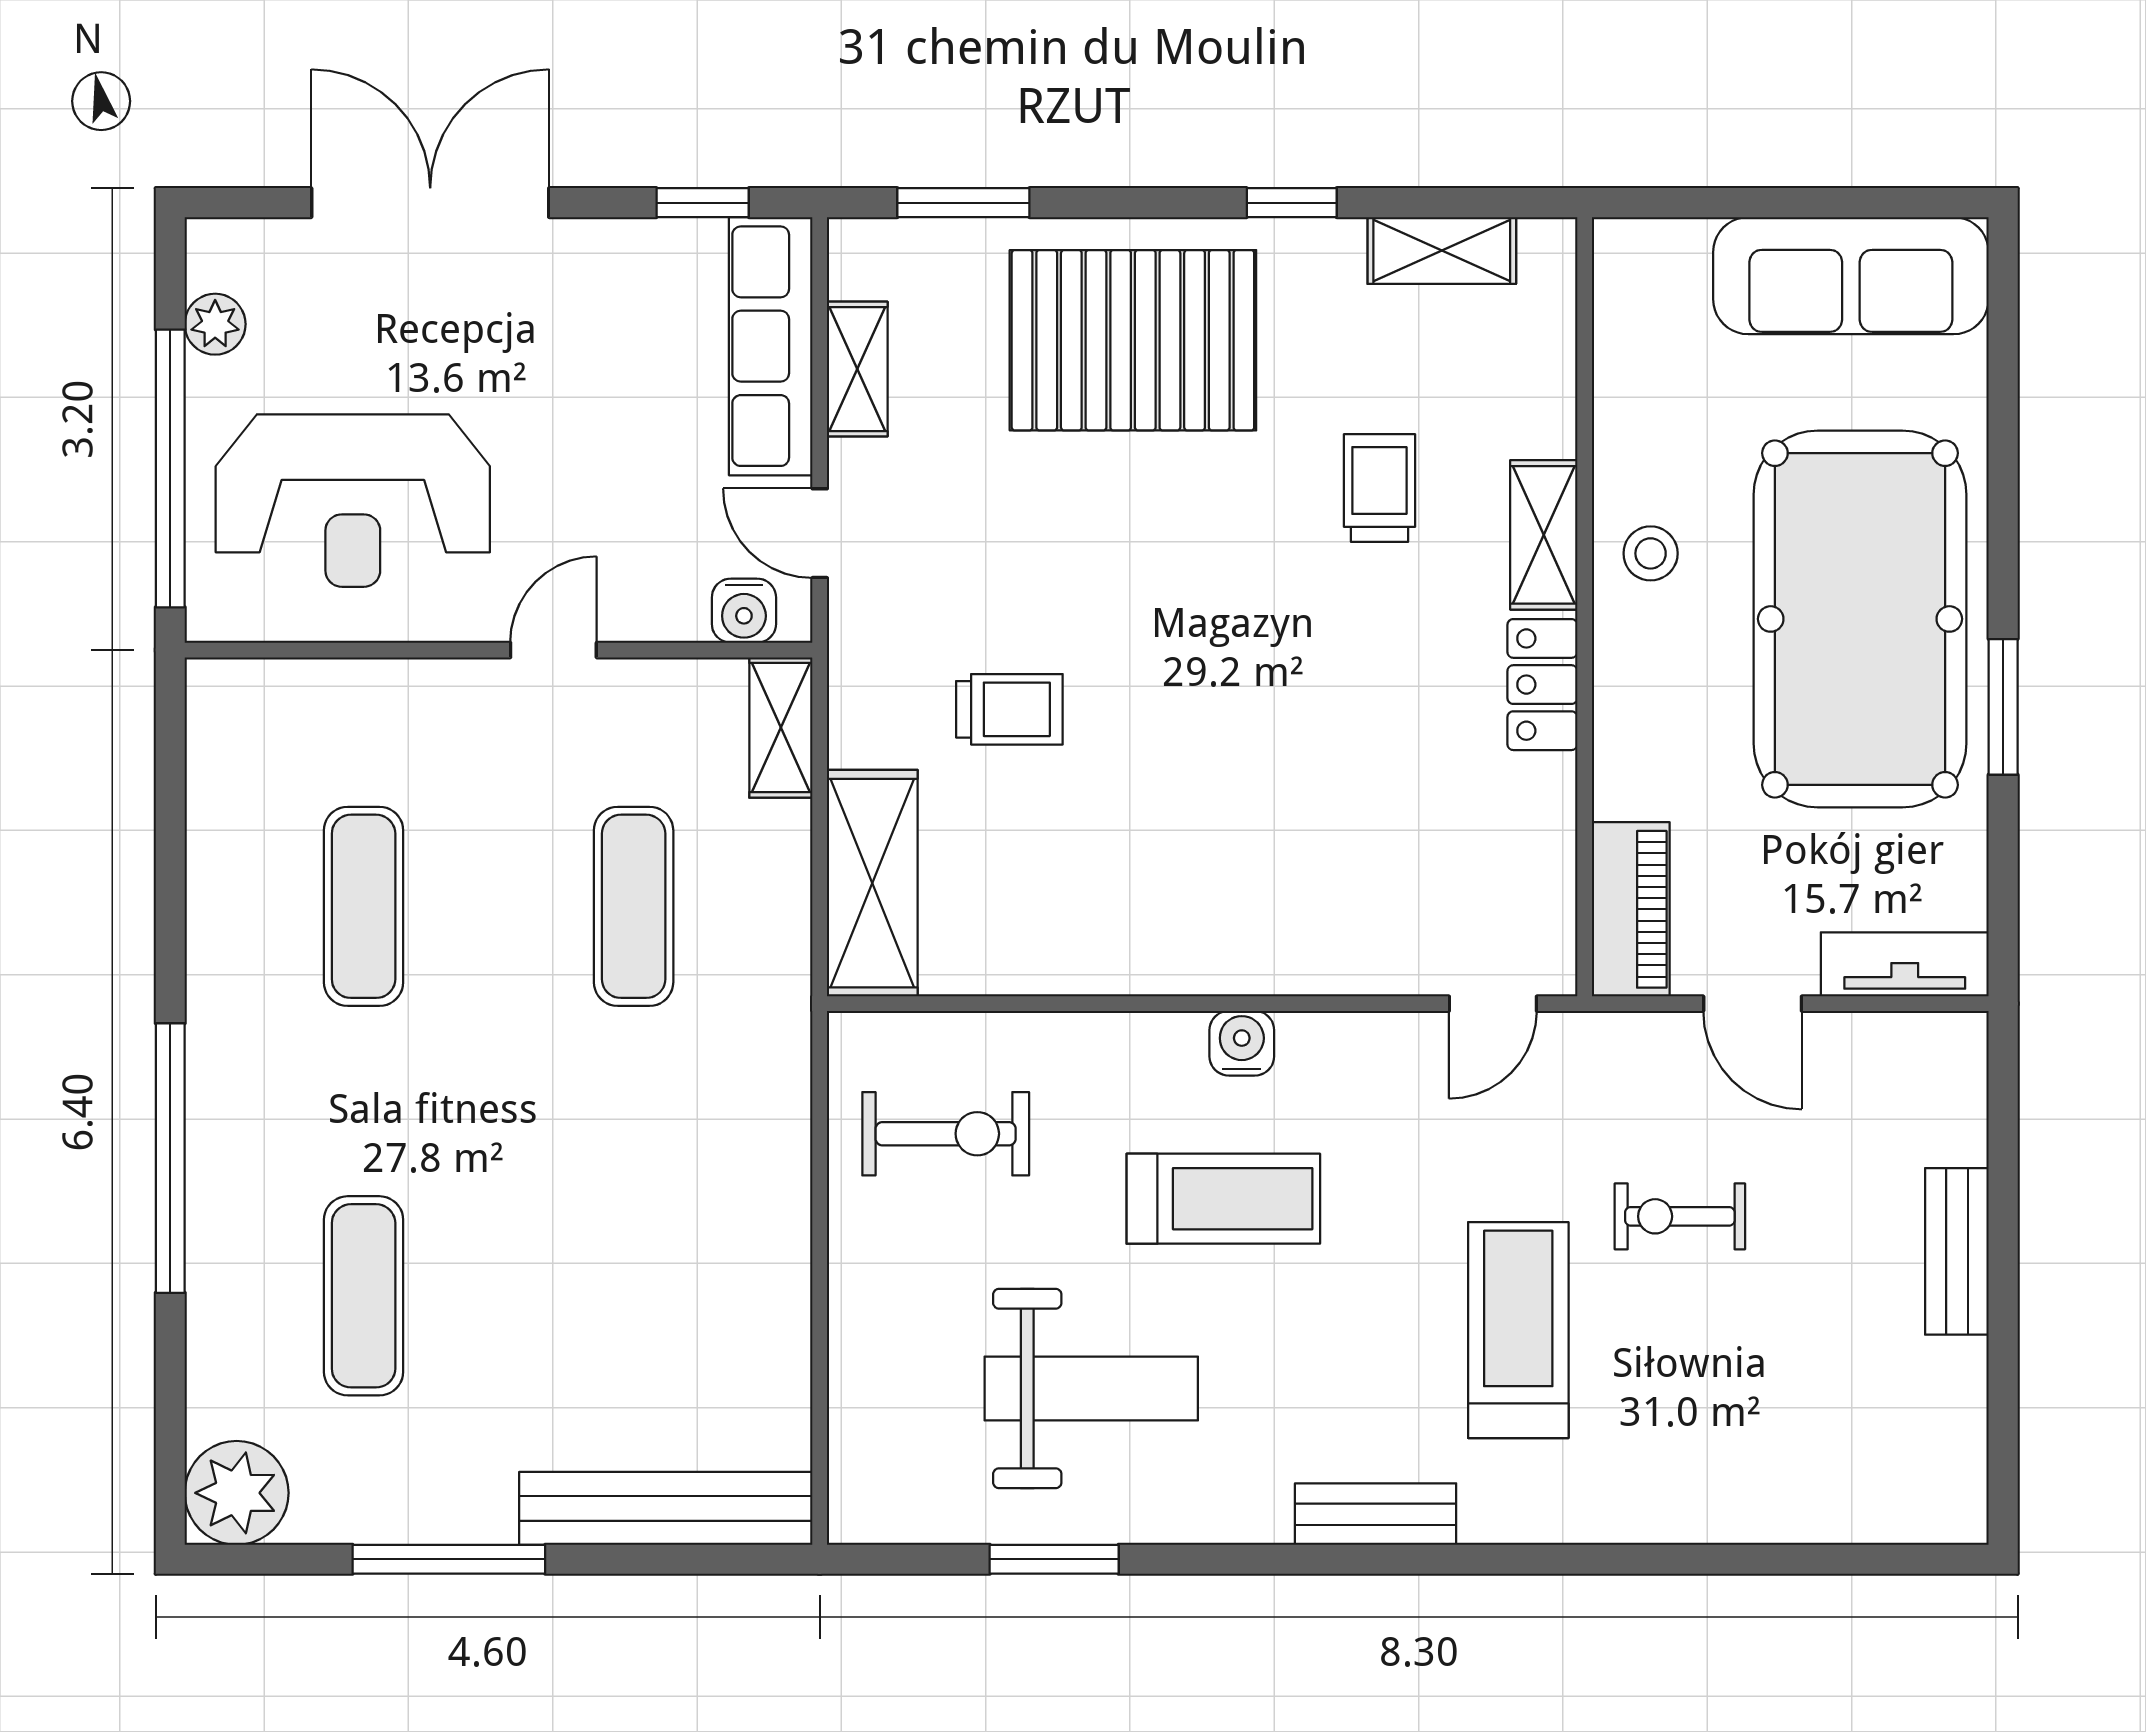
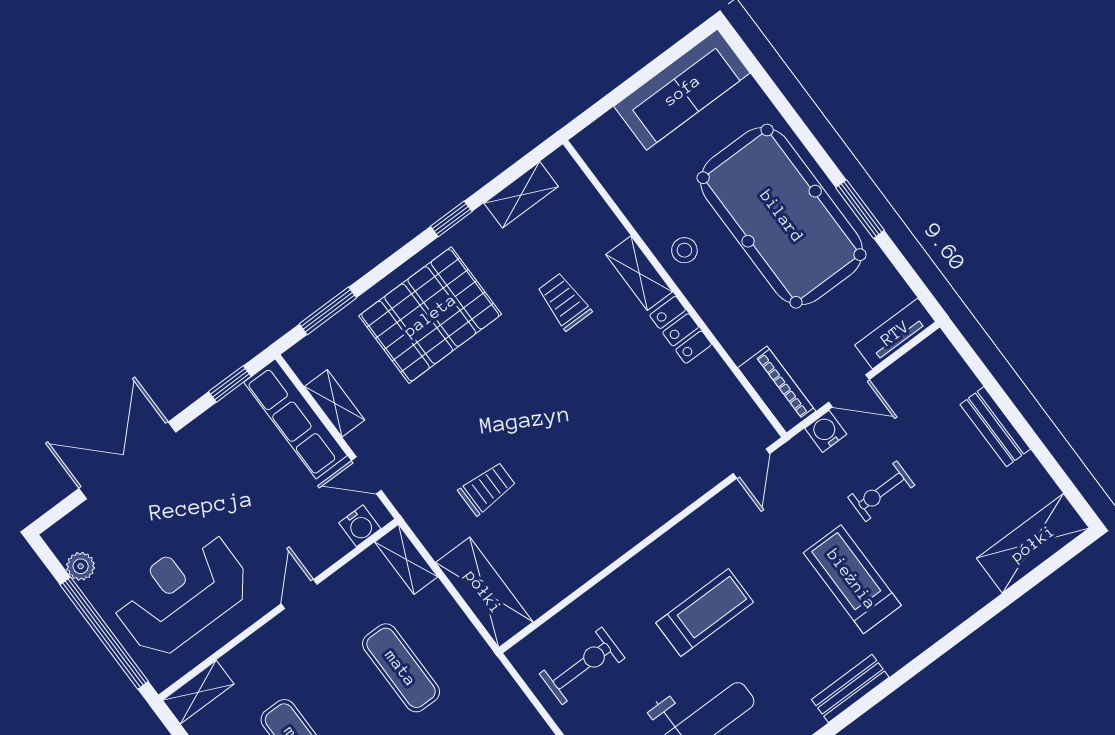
reception desk: (353, 501) -> (182, 594), turned 180
shelving: (256, 689) -> (198, 692), added
water cooler: (1242, 1043) -> (826, 431), moved
shelving: (1873, 1499) -> (1033, 543), added

